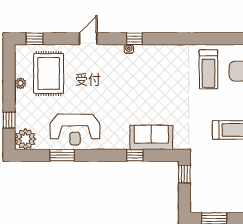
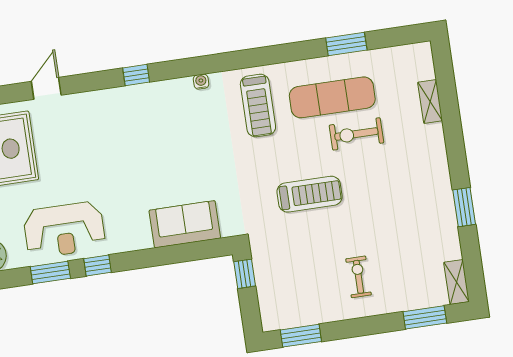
door: (88, 39) -> (46, 88), moved
water cooler: (129, 49) -> (201, 82), moved
window: (135, 155) -> (97, 266), moved

